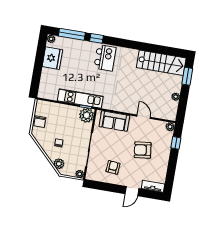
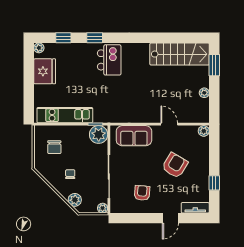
window: (72, 34) -> (63, 38), width x0.46
kitchen unit: (80, 98) -> (65, 115), moved
chair: (40, 122) -> (54, 147), moved
window: (176, 143) -> (214, 183), moved
armchair: (143, 150) -> (175, 165), turned 128

